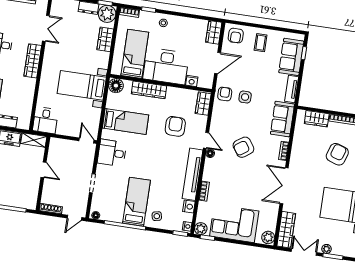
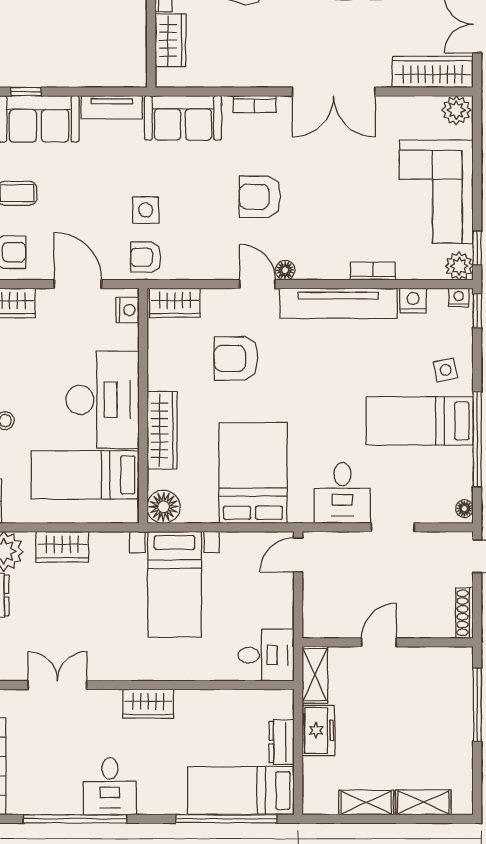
wardrobe: (33, 61) -> (148, 704), width x0.67
nightstand: (192, 81) -> (127, 310), moved
bed: (126, 121) -> (253, 473), width x1.50
door: (206, 140) -> (257, 284), hinge flipped
armchair: (243, 147) -> (260, 197), turned 125
desk: (112, 153) -> (342, 493), moved

